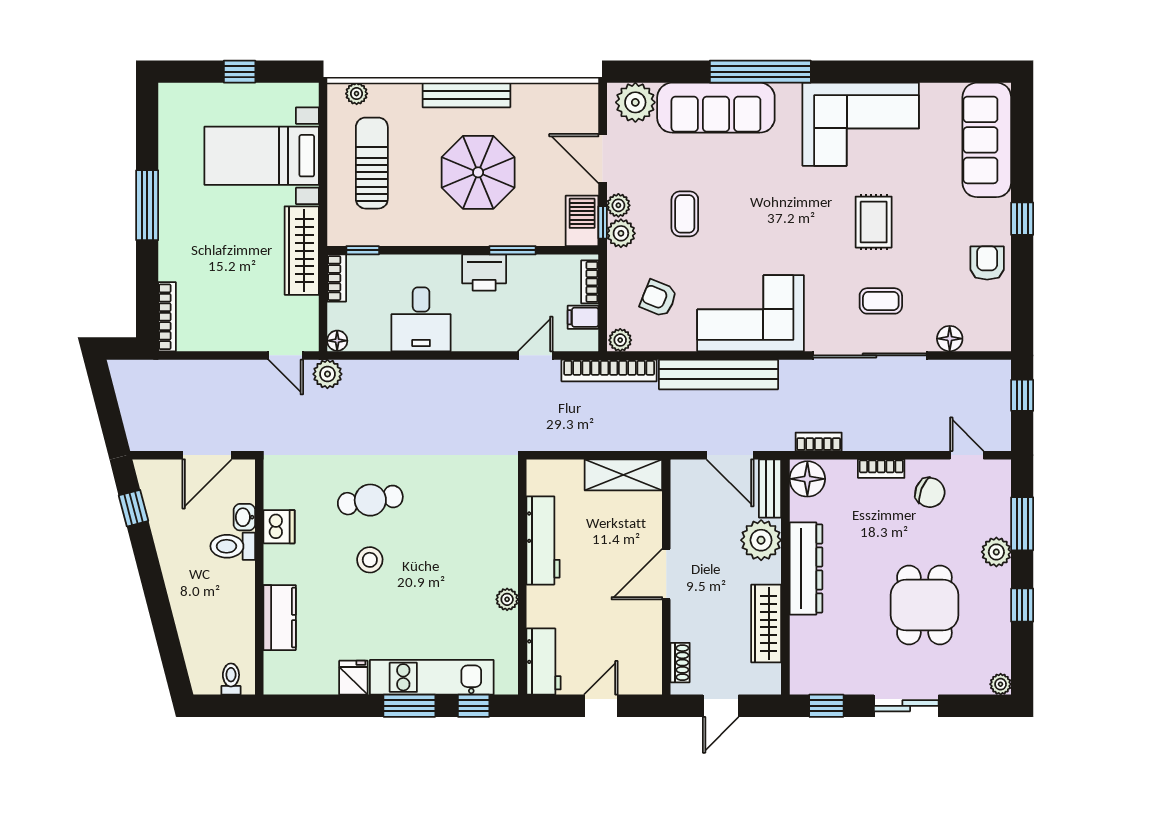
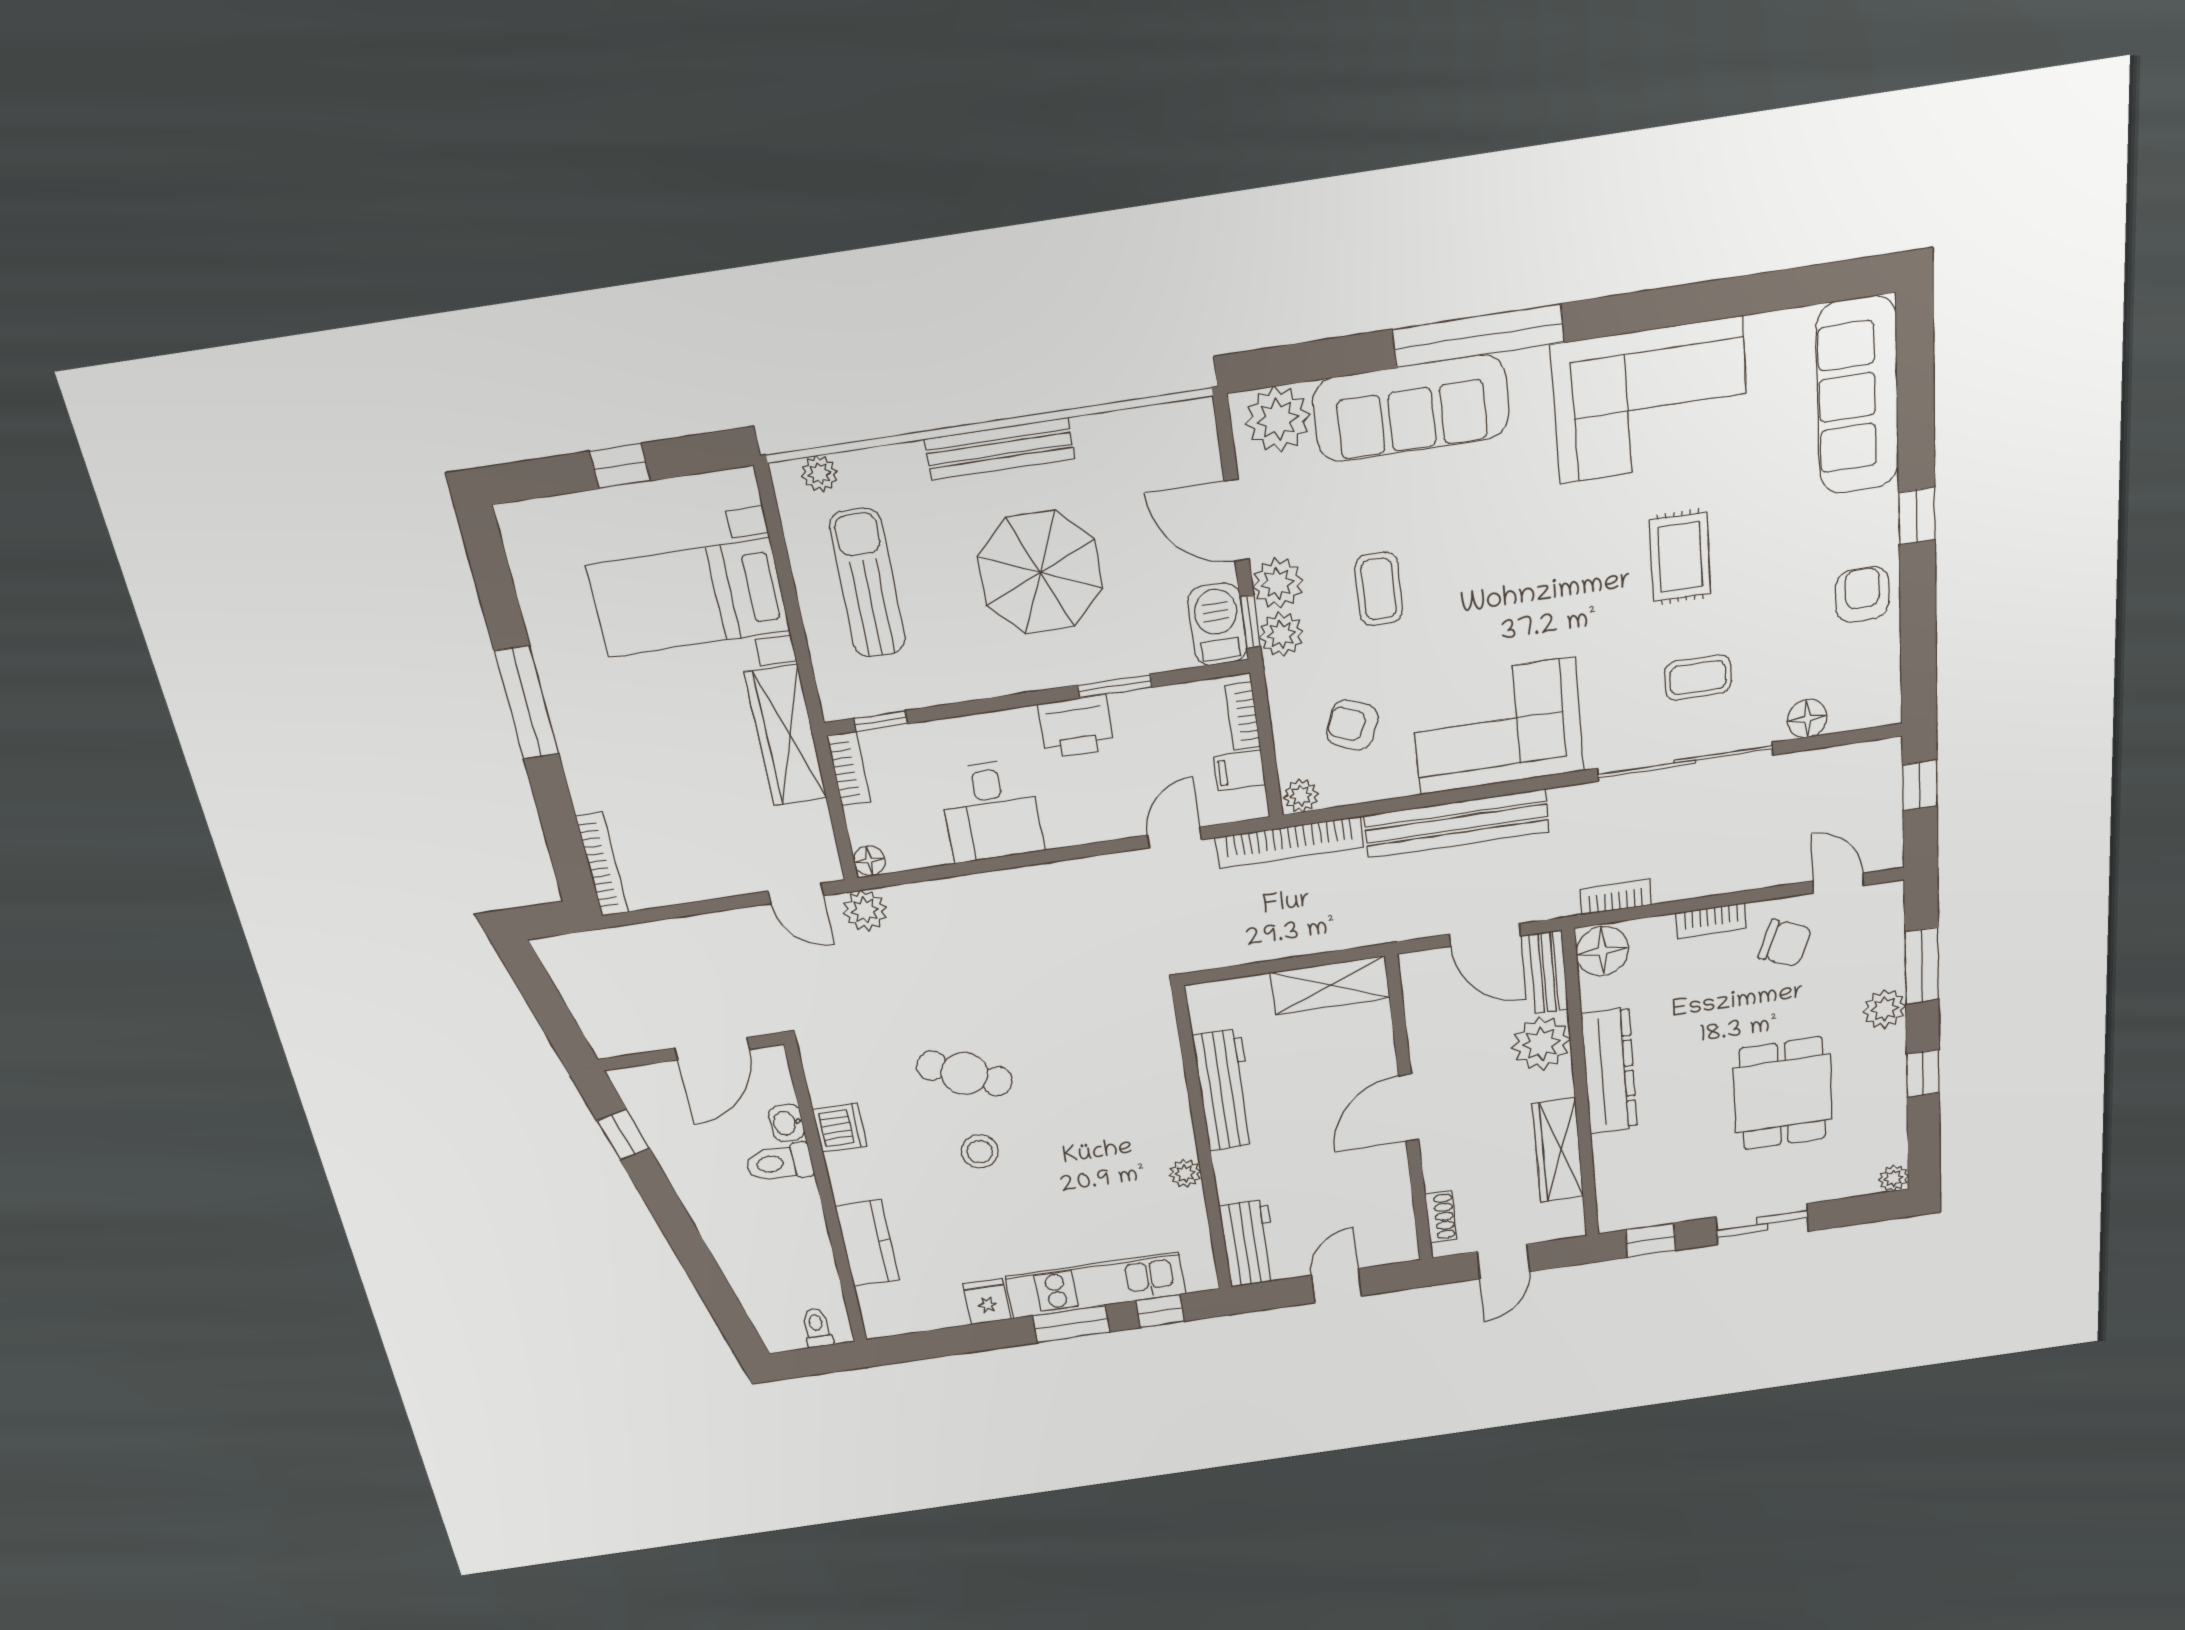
plant: (618, 205) -> (1278, 583), width x1.38, depth x1.38
cafe table: (370, 500) -> (965, 1074), turned 33

